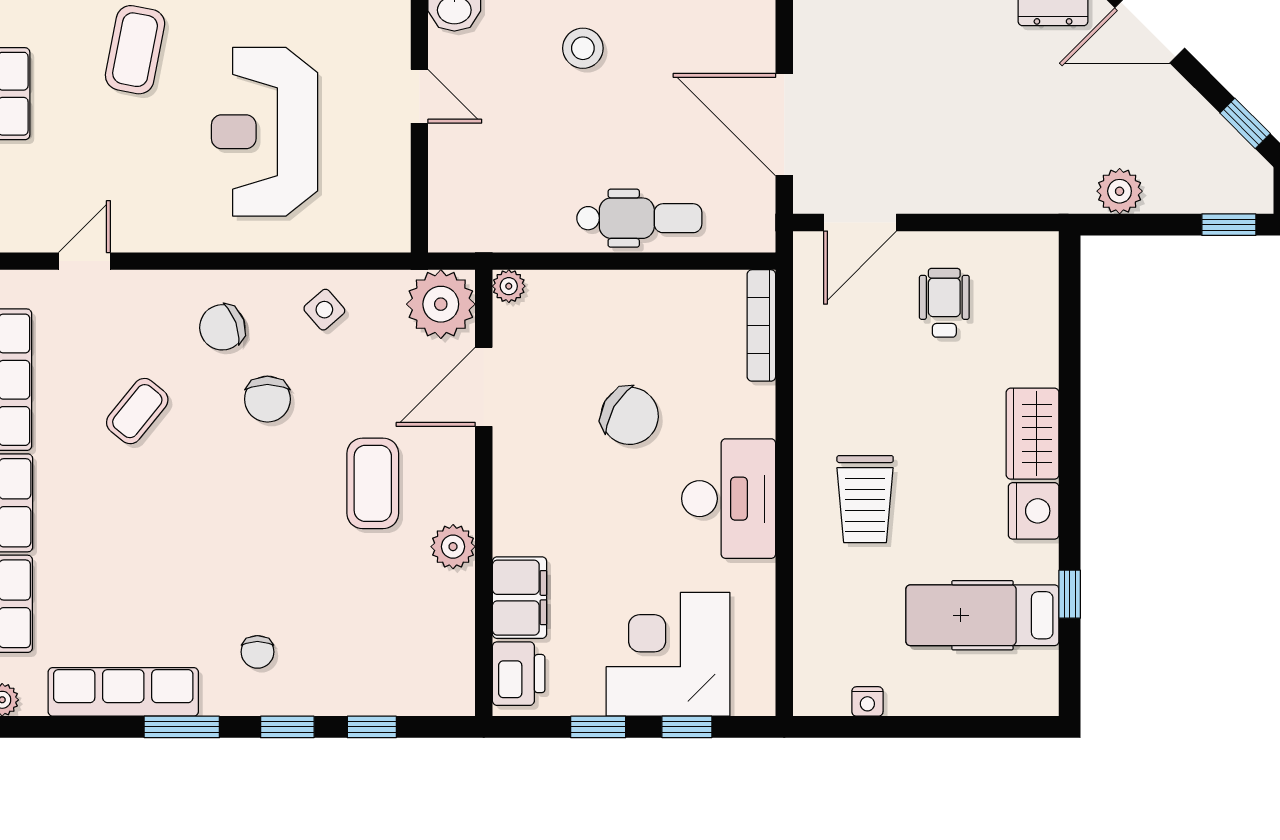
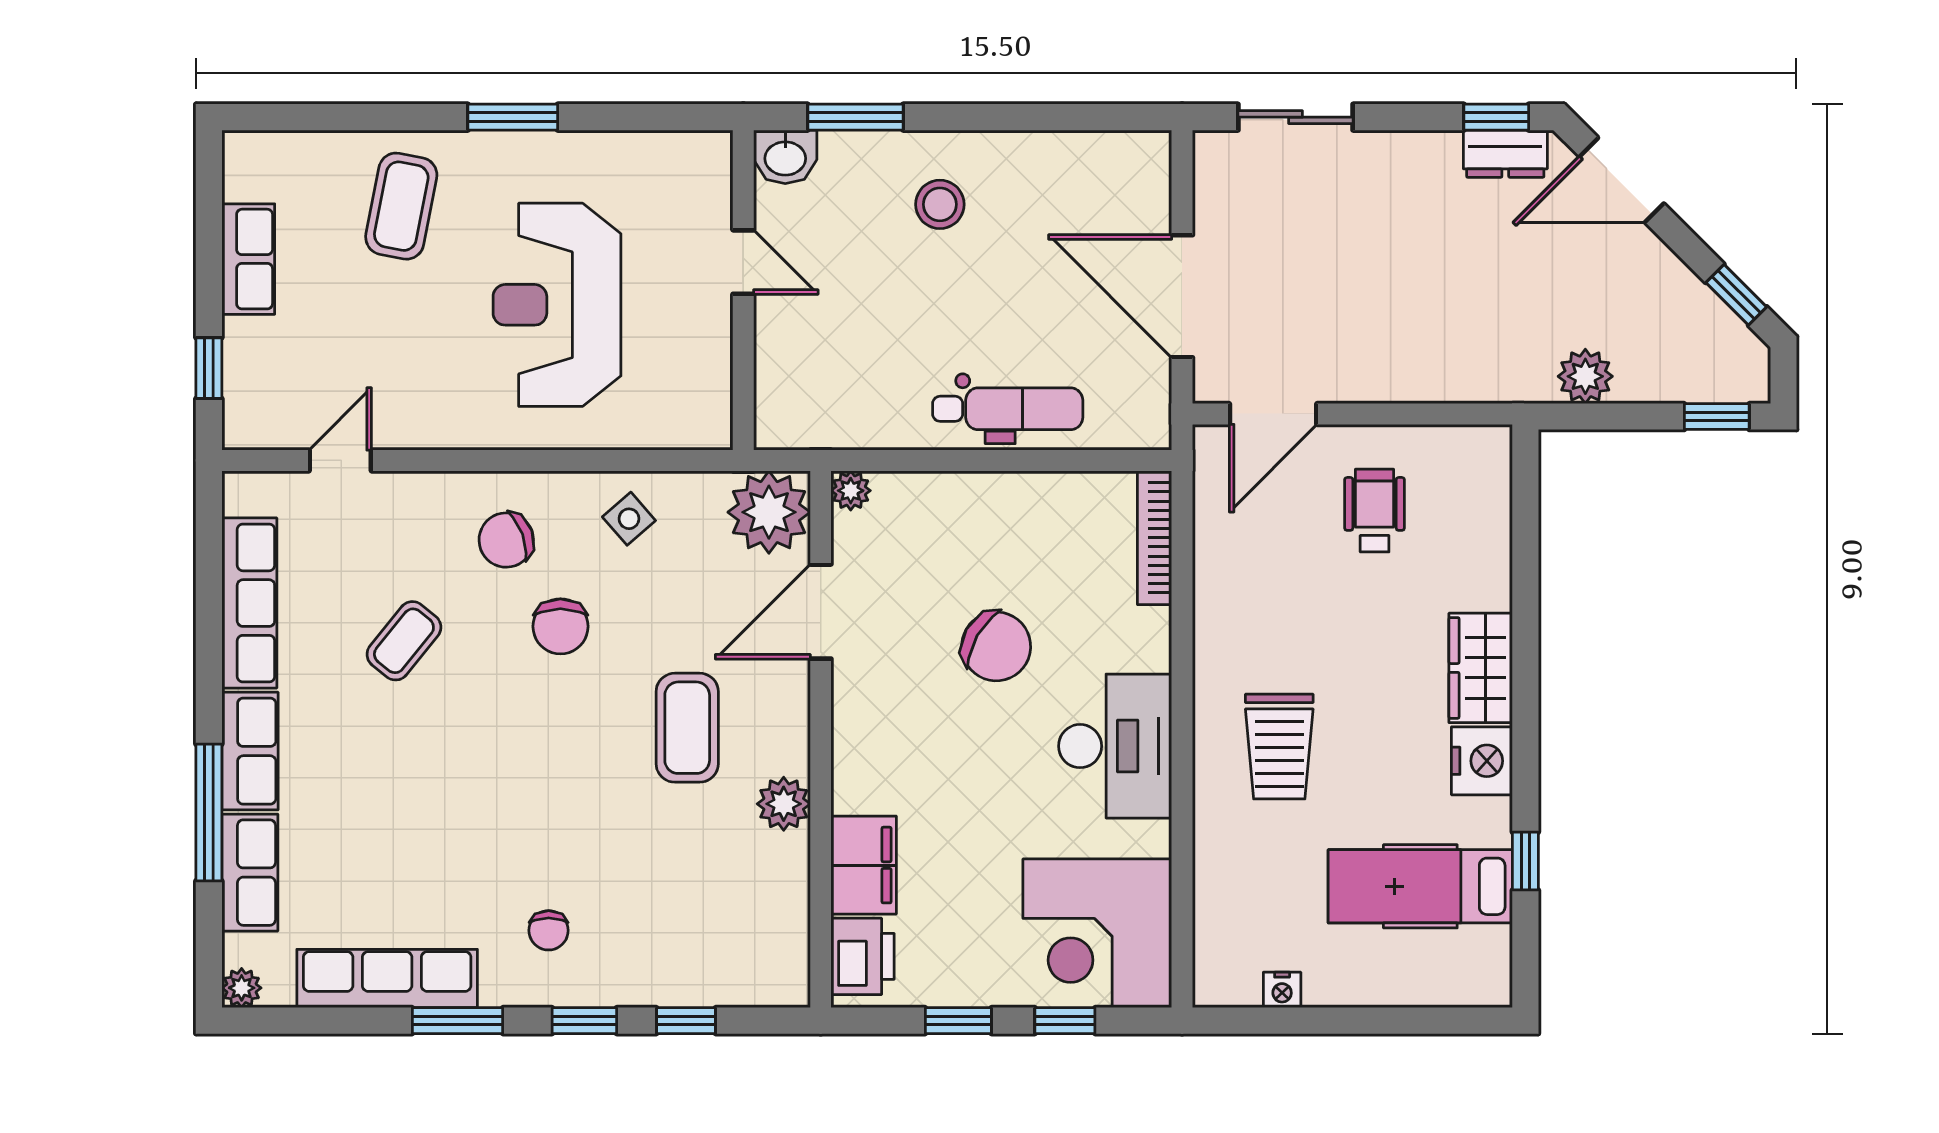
corner desk: (668, 654) -> (1097, 933), moved, turned -90

